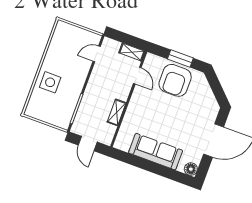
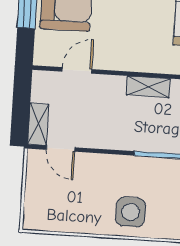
shelving: (132, 52) -> (38, 124), moved

